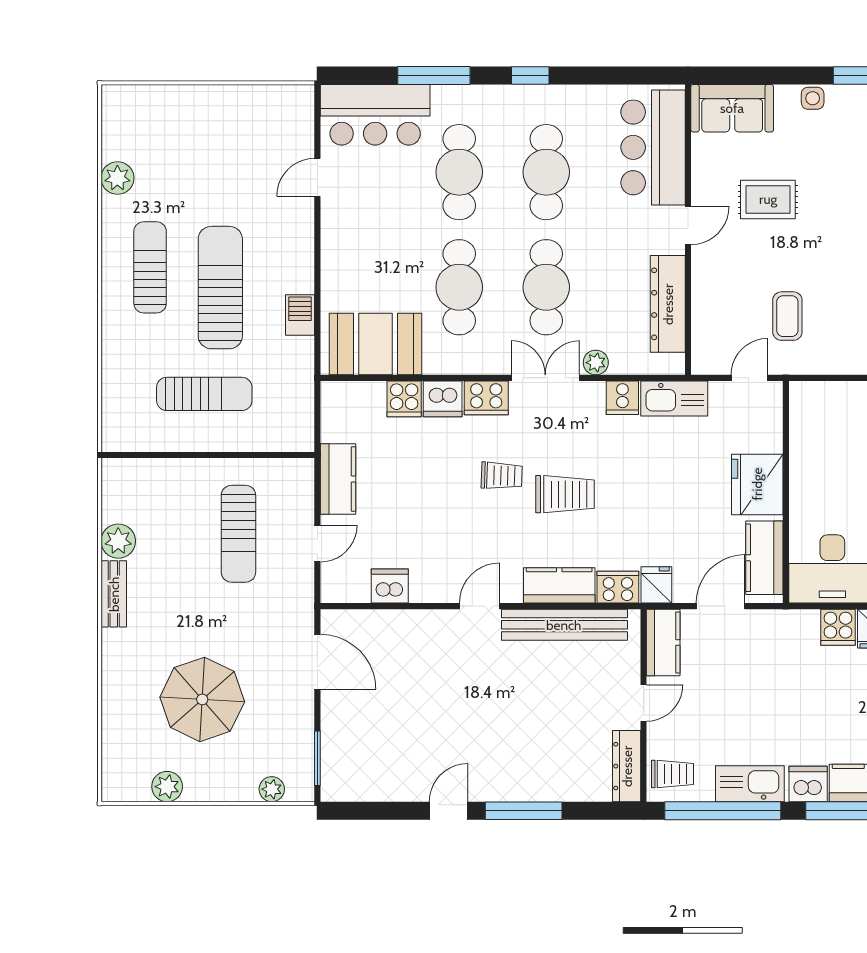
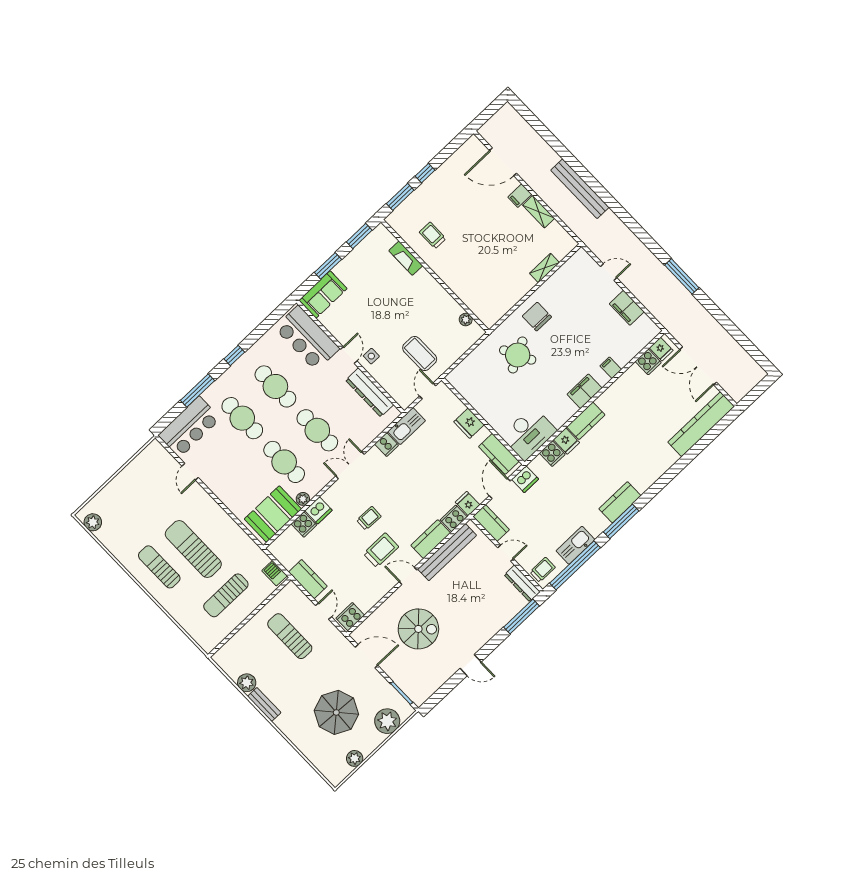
window: (776, 76) -> (328, 266), added
side table: (813, 98) -> (371, 356), moved
plant: (117, 178) -> (93, 522), moved
rug: (768, 199) -> (370, 316), removed
barbecue: (300, 315) -> (274, 573), moved
coffee table: (787, 316) -> (420, 353), width x1.36, depth x1.30
plant: (596, 363) -> (303, 499), moved
sun lounger: (204, 394) -> (226, 595), turned 180
cooker: (486, 398) -> (350, 617), moved, turned 180
fridge: (757, 484) -> (469, 423), width x0.73, depth x0.75
trolley: (565, 494) -> (381, 550), moved
sun lounger: (238, 534) -> (290, 636), turned 180
dishwasher: (390, 586) -> (366, 601), removed
door: (480, 606) -> (408, 576), hinge flipped
spiral stairs: (424, 692) -> (418, 629), added
door: (644, 703) -> (506, 553), hinge flipped
dishwasher: (808, 784) -> (525, 479), moved, turned 180
plant: (272, 789) -> (387, 721), width x1.87, depth x1.87
door: (449, 811) -> (471, 665), swing flipped
window: (524, 811) -> (522, 616), moved

